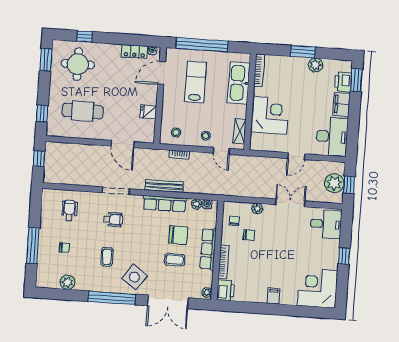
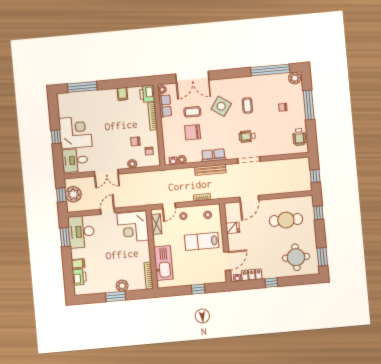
window: (85, 36) -> (271, 283), moved
window: (202, 45) -> (198, 289), width x0.32
plant: (315, 65) -> (122, 286), moved
window: (356, 80) -> (65, 237), moved
lab bench: (195, 82) -> (202, 241), moved, turned 90
filing cabinet: (342, 104) -> (78, 264), width x0.50
corner desk: (270, 115) -> (133, 227), moved
door: (123, 144) -> (249, 199), swing flipped
door: (221, 151) -> (169, 206), swing flipped
row of seats: (165, 204) -> (213, 155), width x0.68
wheelchair: (69, 210) -> (299, 137), moved
row of seats: (208, 249) -> (165, 106), moved, width x0.68
side table: (134, 277) -> (221, 106), moved
plant: (67, 282) -> (295, 78), moved
corner desk: (317, 288) -> (75, 132), moved, turned -90
filing cabinet: (273, 296) -> (122, 94), moved
window: (112, 298) -> (270, 70), moved
double door: (168, 302) -> (192, 77), swing flipped
window: (303, 311) -> (82, 87), added

